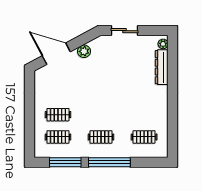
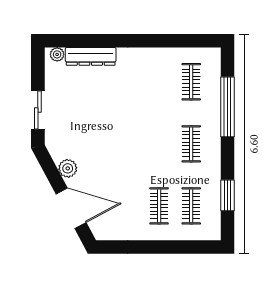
door: (56, 54) -> (71, 208), swing flipped
window: (65, 162) -> (228, 195), width x0.69
window: (109, 162) -> (228, 107), moved

